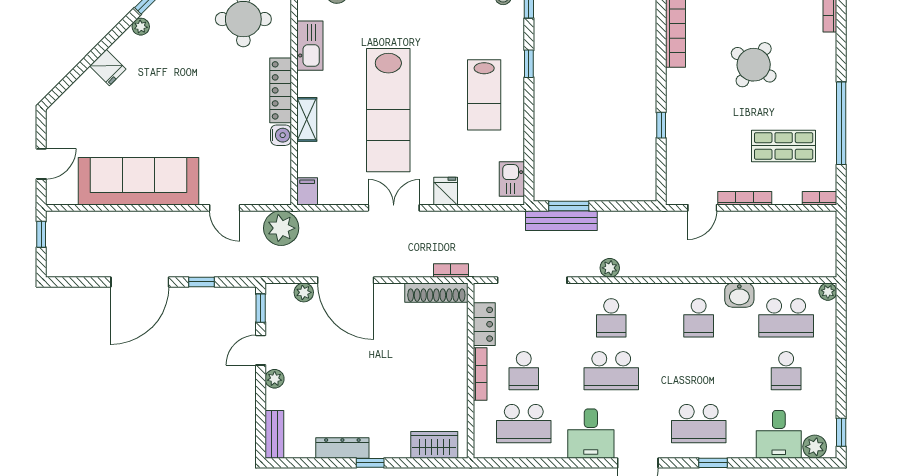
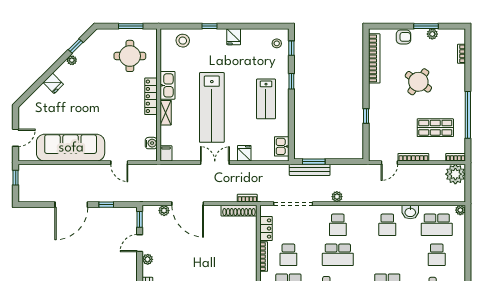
kitchen sink: (310, 46) -> (167, 85), moved
water cooler: (281, 135) -> (151, 143), moved
plant: (281, 228) -> (455, 174), moved

